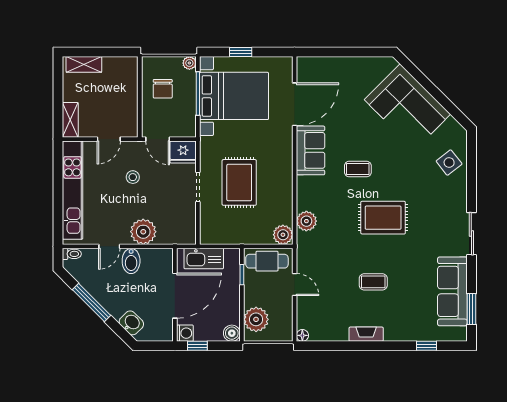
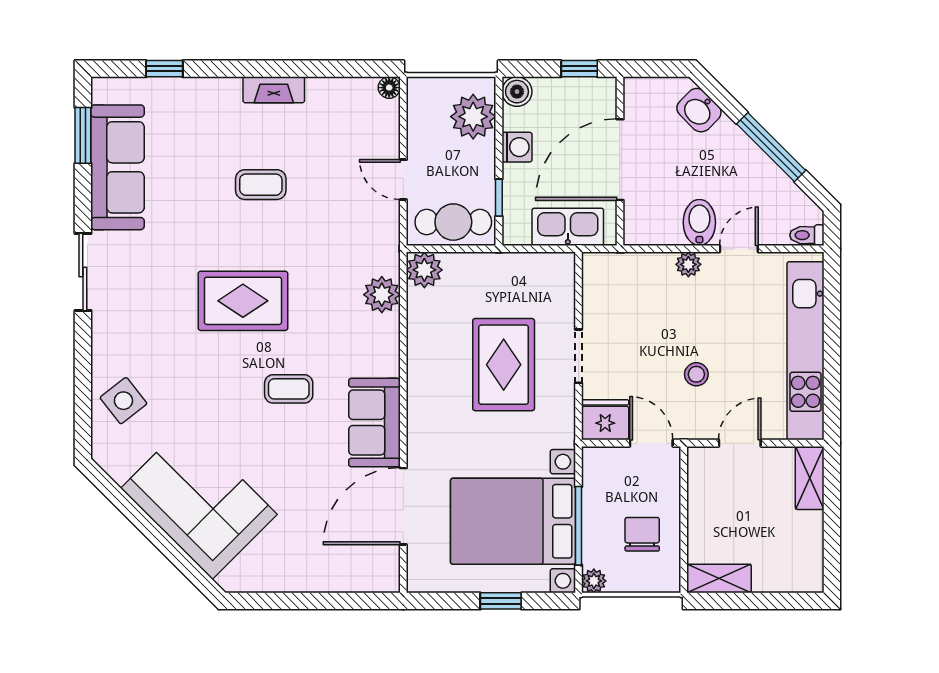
shelving: (84, 64) -> (719, 579), moved
plant: (143, 232) -> (688, 264), width x0.53, depth x0.53
washing machine: (185, 333) -> (517, 147), moved, turned 180

